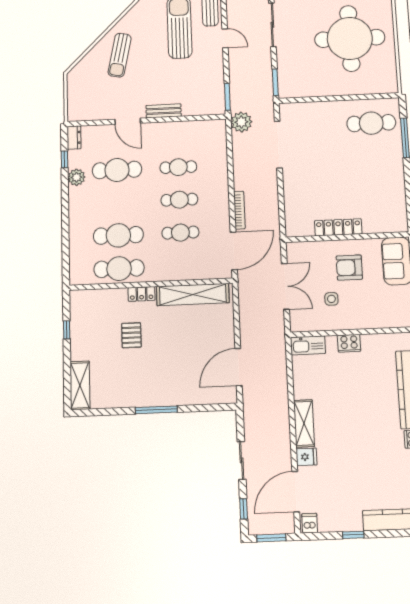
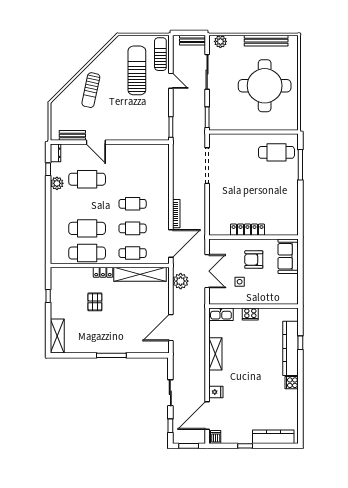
bench: (164, 111) -> (72, 135), moved
plant: (241, 122) -> (181, 281), moved
cafe table: (178, 167) -> (133, 253), moved
shelving: (304, 423) -> (215, 354), moved

